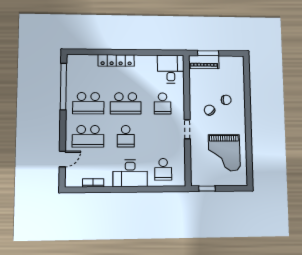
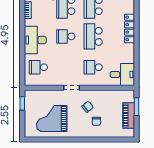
piano: (204, 62) -> (129, 116), moved

